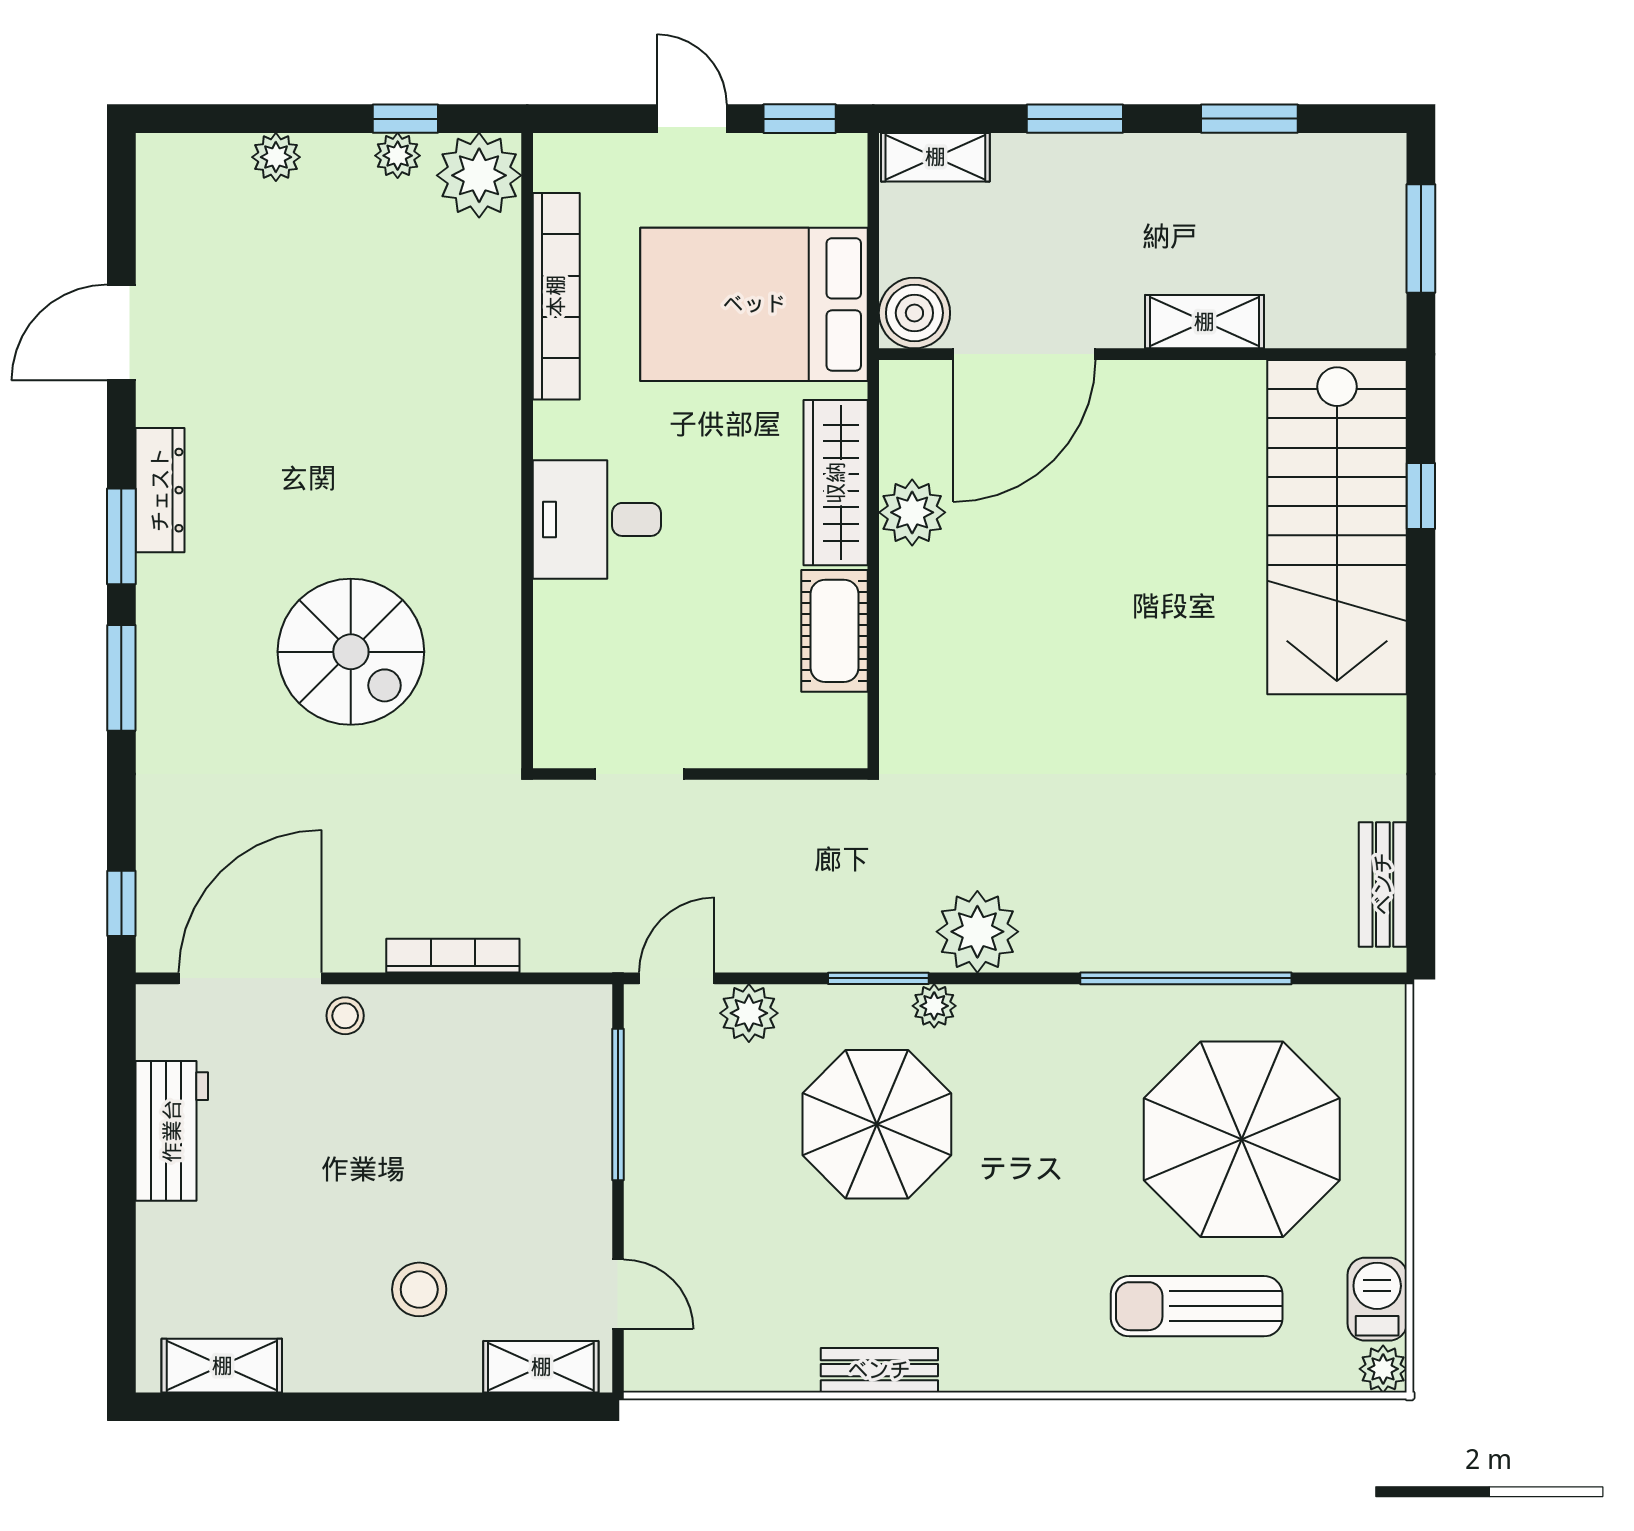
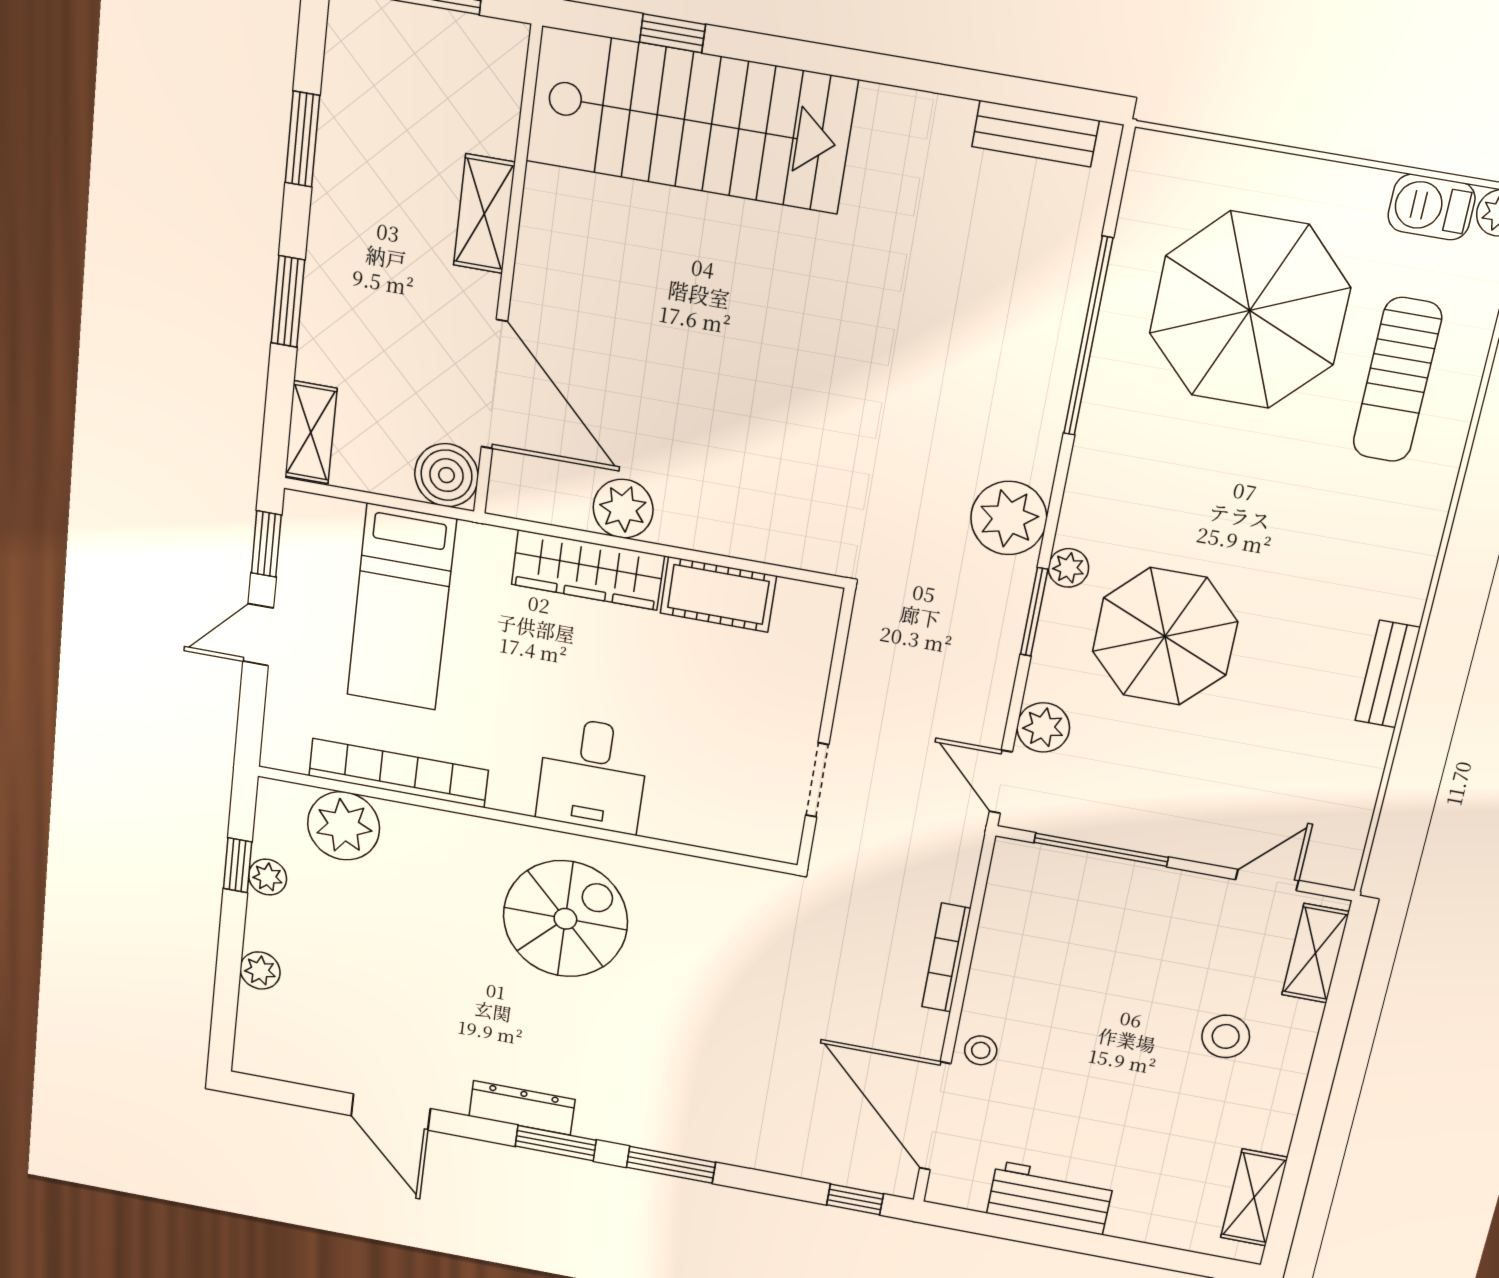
plant: (479, 175) -> (344, 826), moved
bed: (754, 304) -> (401, 608), width x0.67
spiral stairs: (351, 652) -> (565, 919), moved

